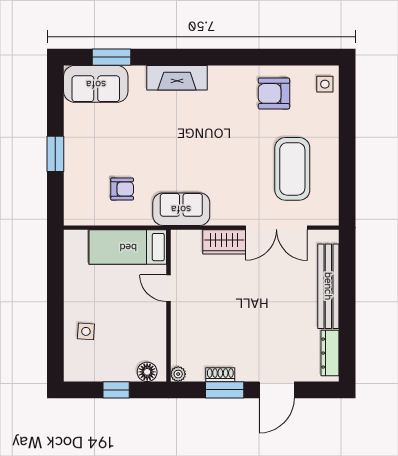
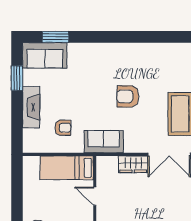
fireplace: (177, 78) -> (31, 107), moved, turned -90
armchair: (274, 93) -> (128, 96), moved
window: (55, 154) -> (17, 78), moved

